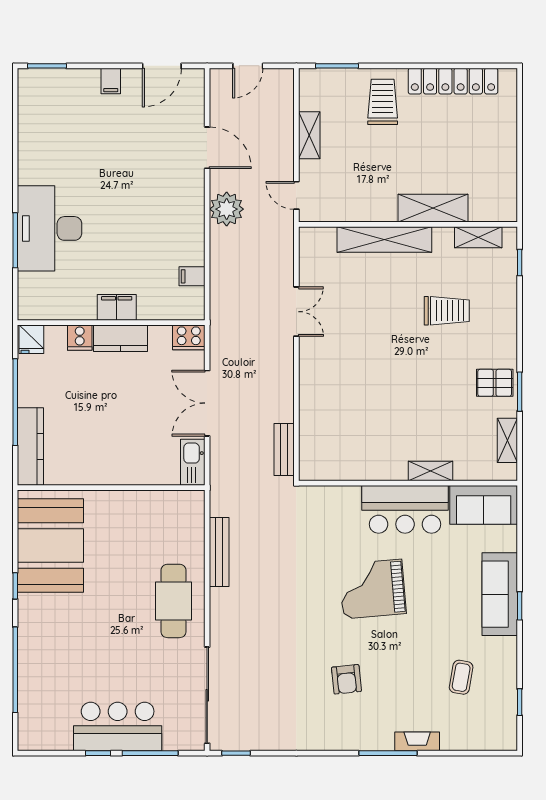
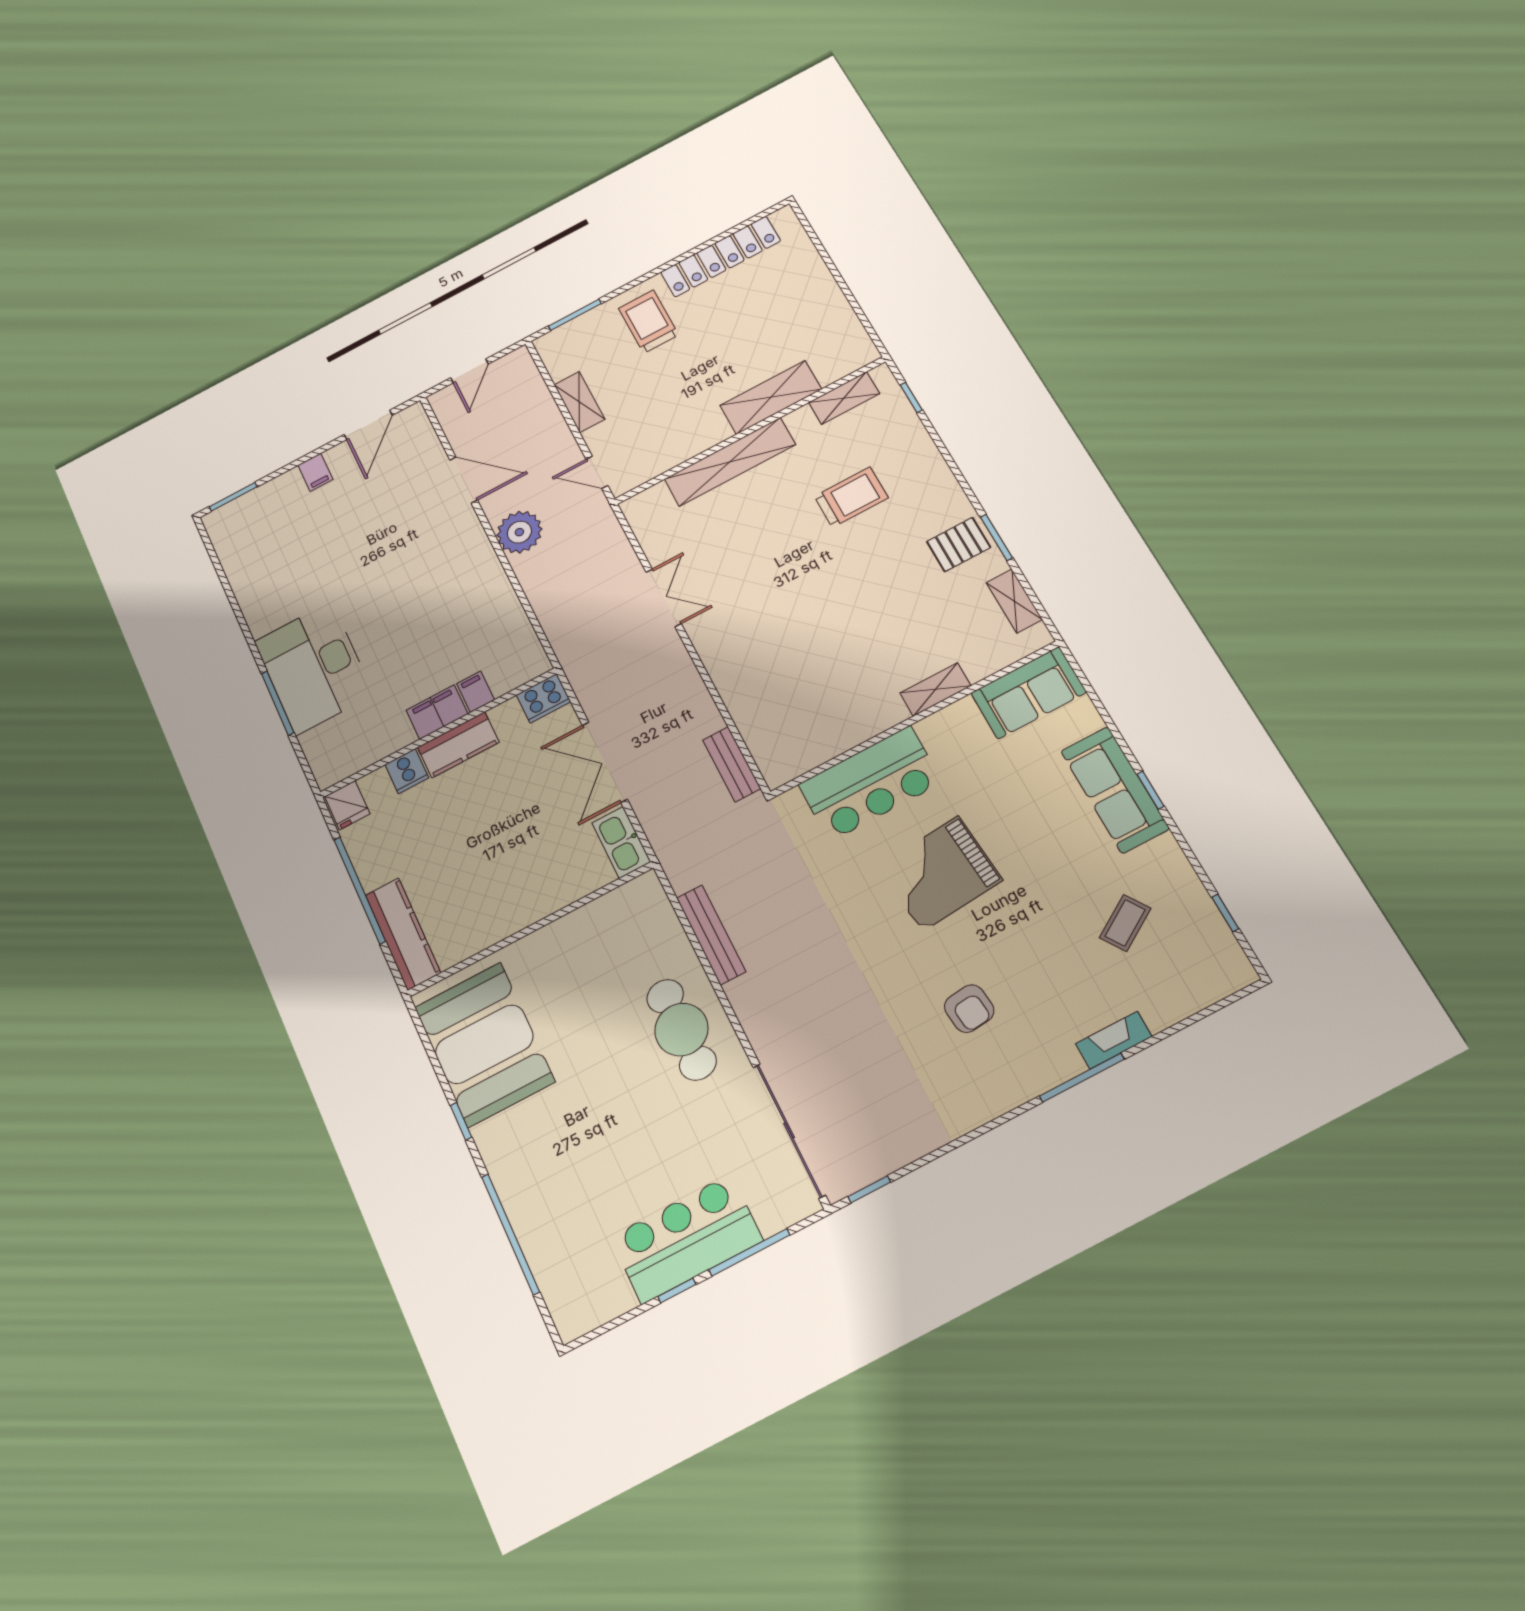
filing cabinet: (192, 276) -> (475, 692), moved, turned 90
bar counter: (405, 509) -> (870, 783), moved
coffee table: (461, 677) -> (1125, 923), turned 47

